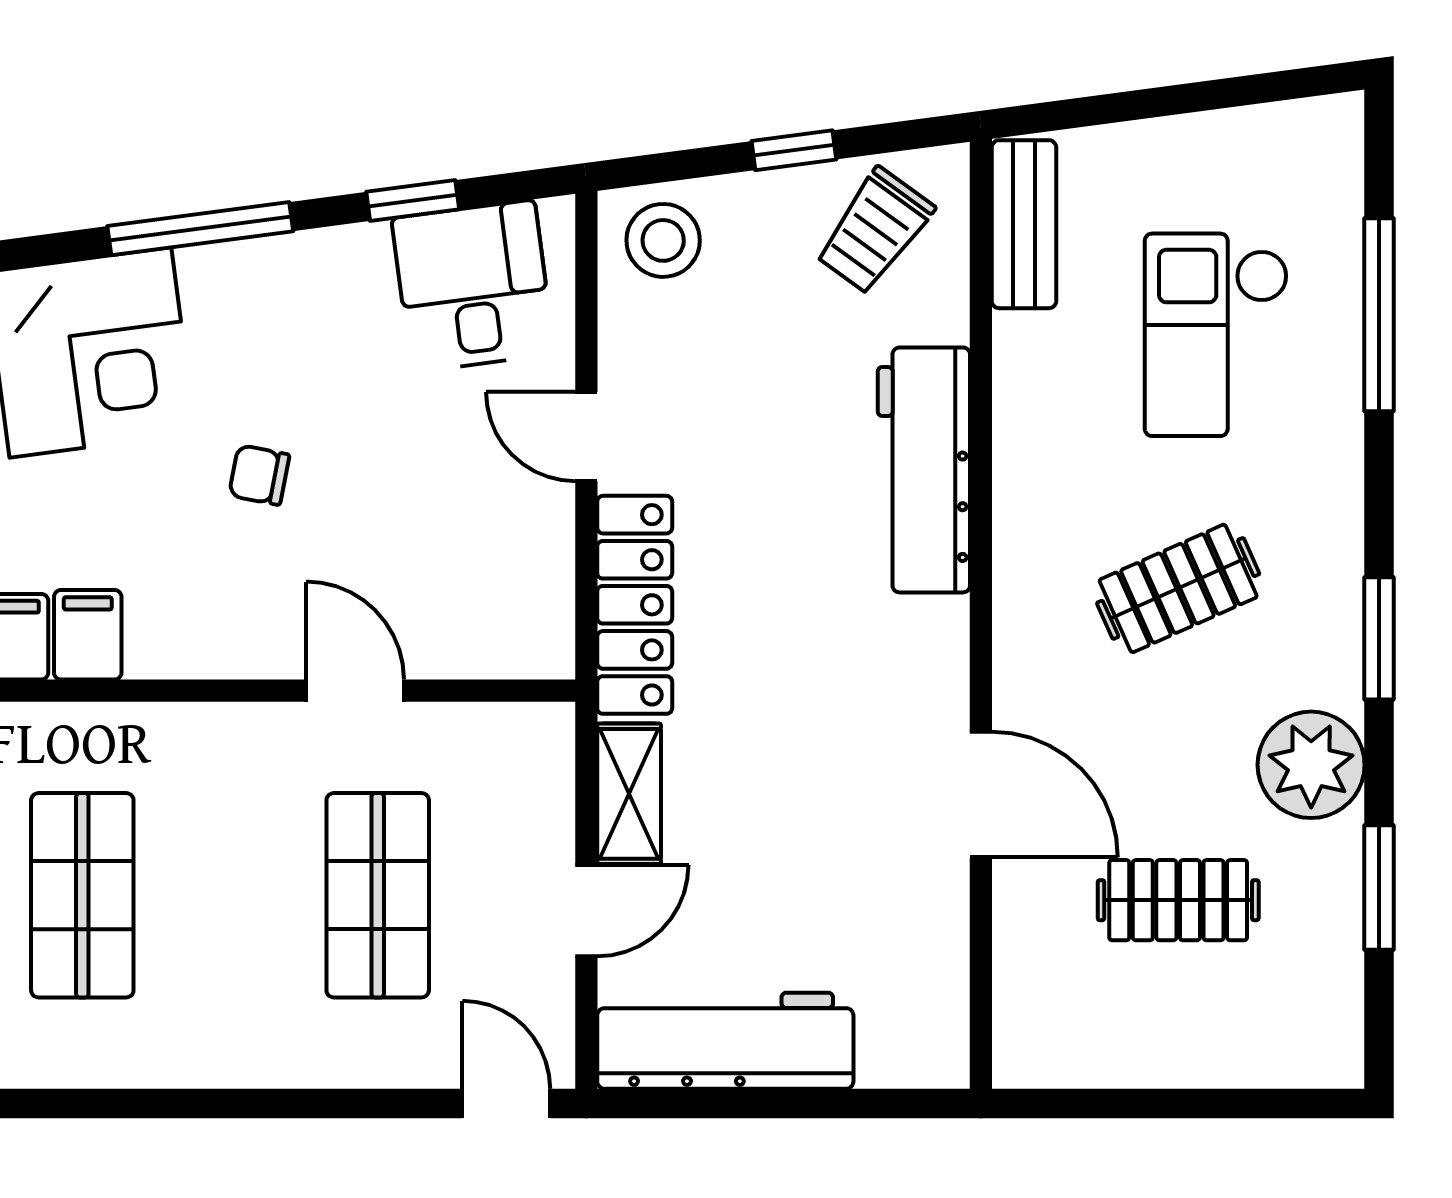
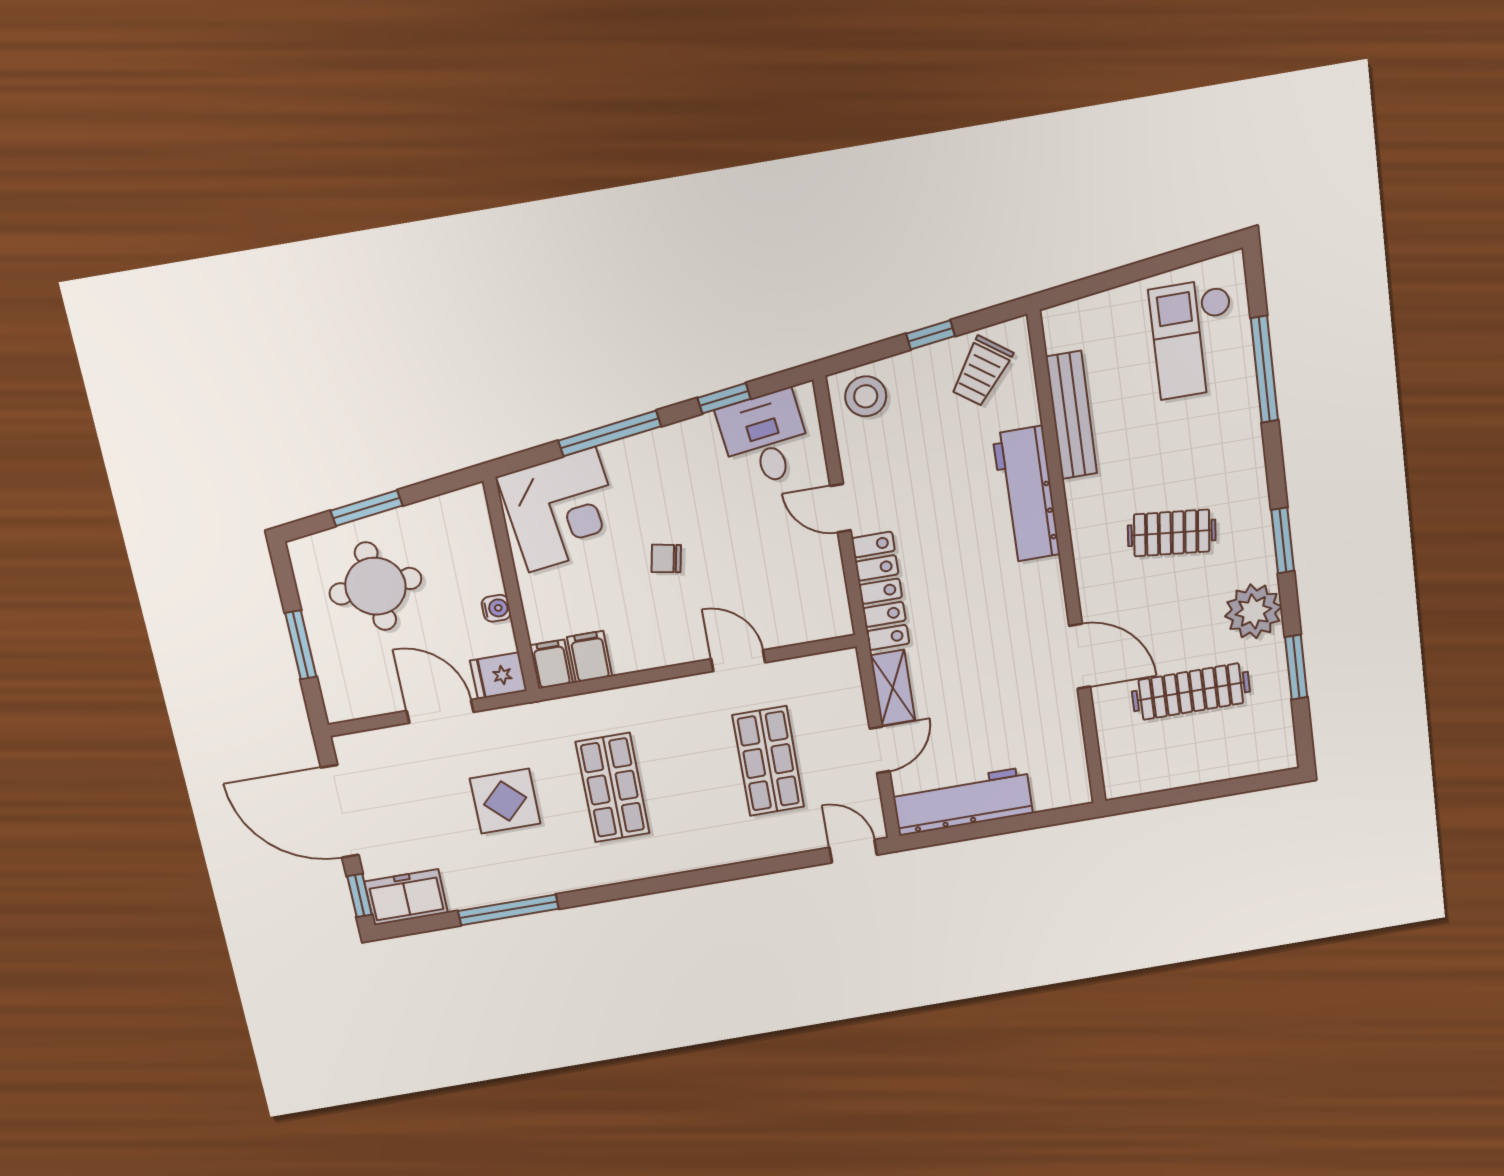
bench: (1024, 224) -> (1071, 415), moved, width x1.36
checkout: (1216, 335) -> (1194, 339), moved
clothes rail: (1178, 588) -> (1172, 533), turned 30
clothes rail: (1178, 900) -> (1191, 692), width x1.36

